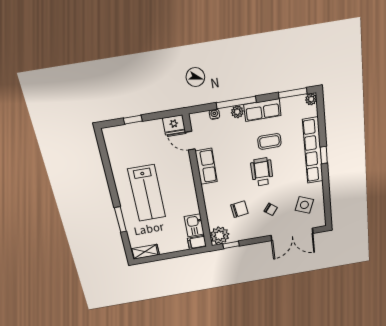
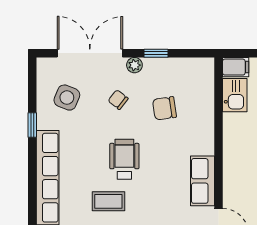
window: (324, 155) -> (32, 125), moved
wheelchair: (262, 172) -> (124, 159), turned 180
plant: (220, 235) -> (134, 65), moved, width x0.53, depth x0.53
window: (231, 245) -> (156, 53), moved

